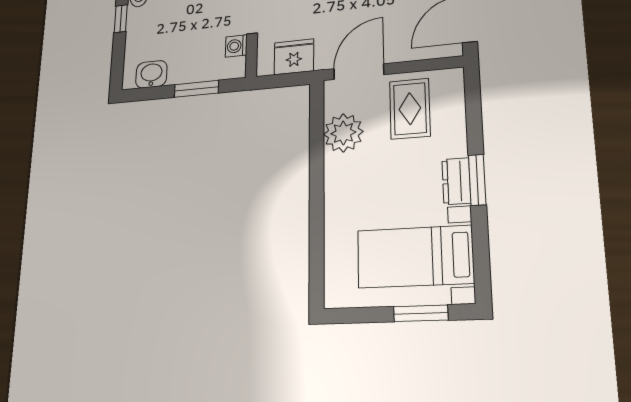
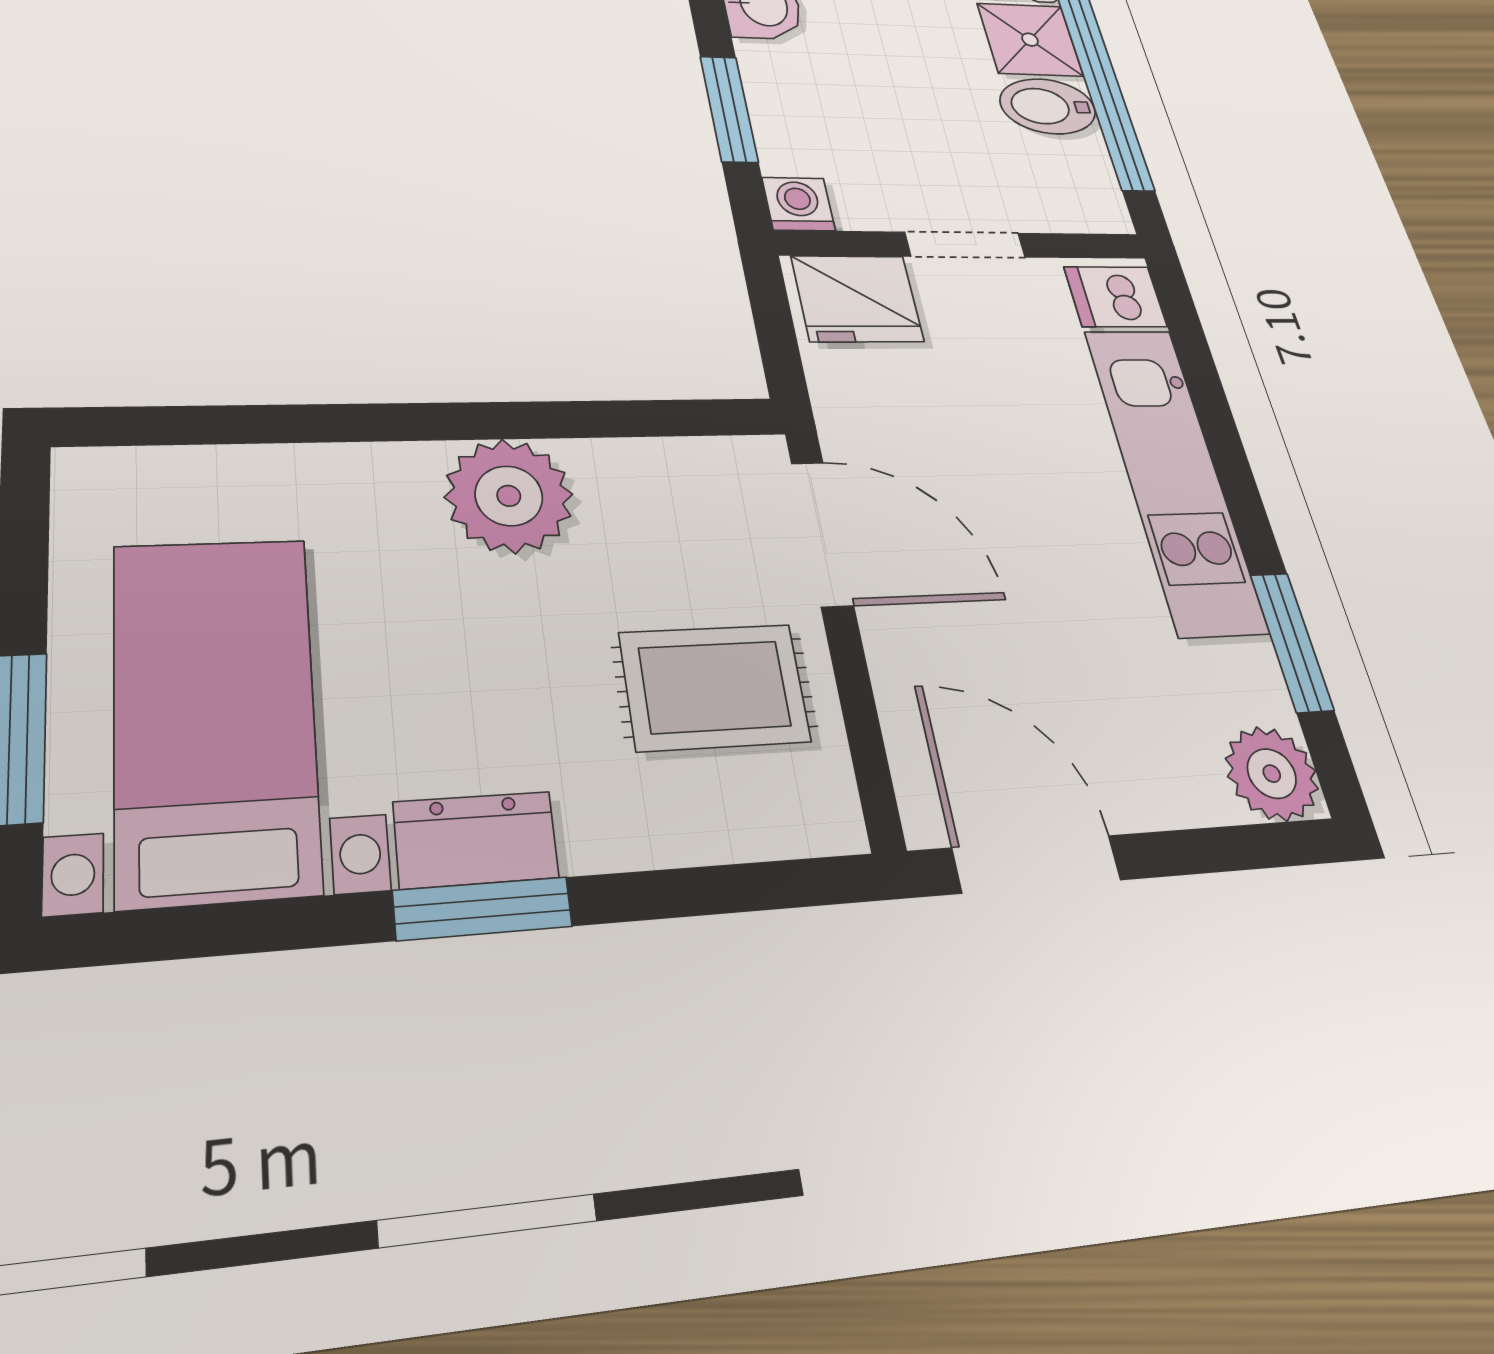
washing machine: (236, 46) -> (799, 204), moved
fridge: (294, 57) -> (857, 299), moved, turned 90
plant: (343, 133) -> (509, 496), moved

